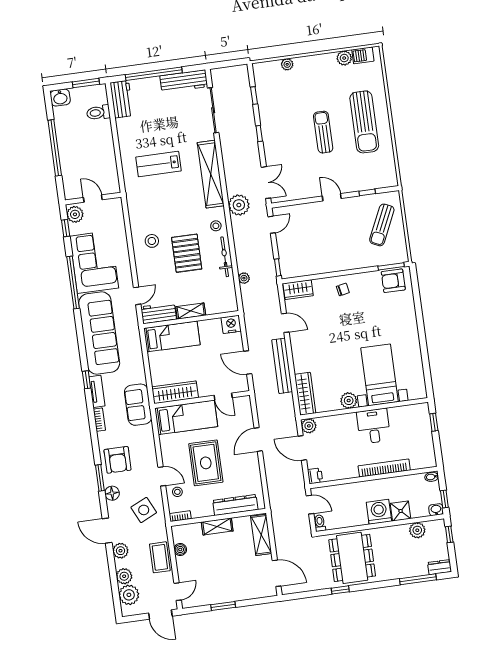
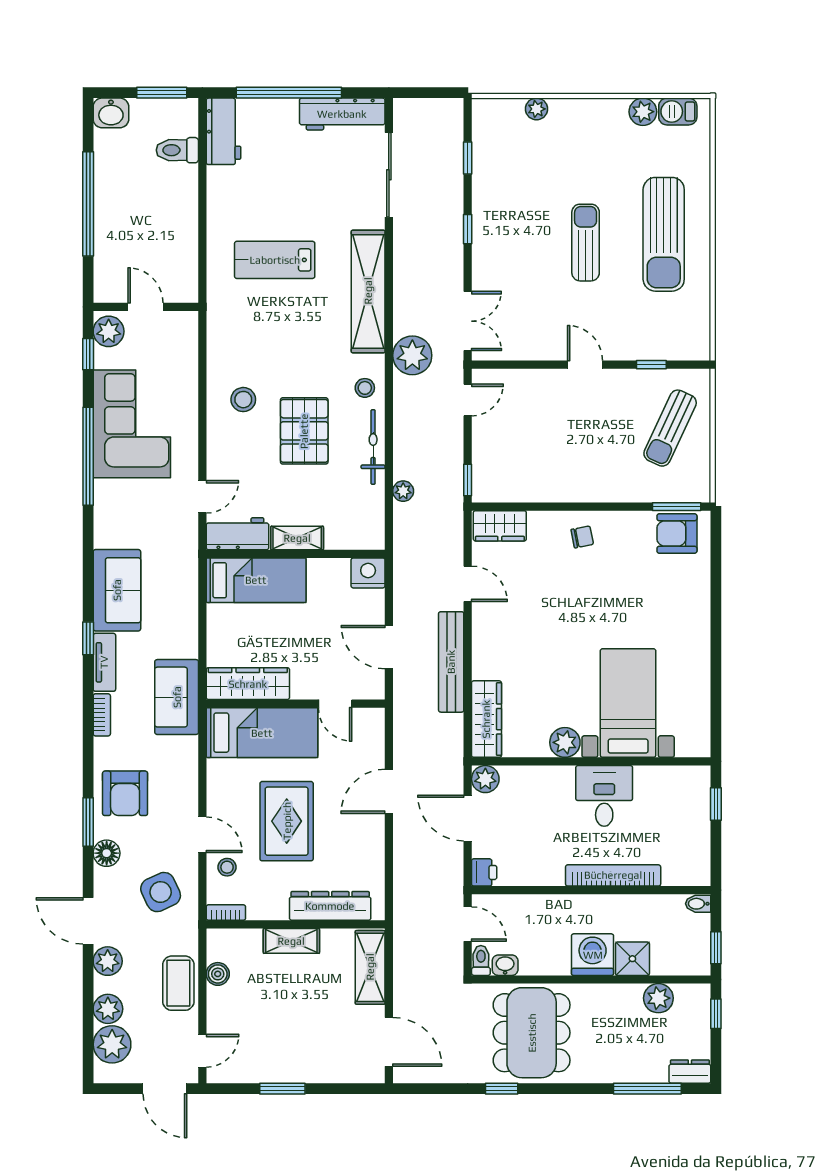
sofa: (99, 333) -> (117, 590), width x0.54, depth x0.79
washbasin: (436, 510) -> (505, 965), moved

